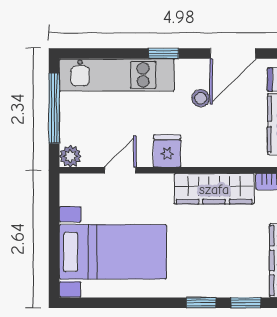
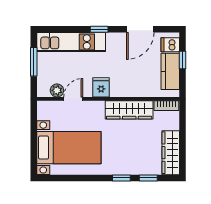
stool: (201, 98) -> (121, 56), removed
window: (54, 108) -> (34, 62), width x0.69
plant: (70, 156) -> (57, 90), moved

